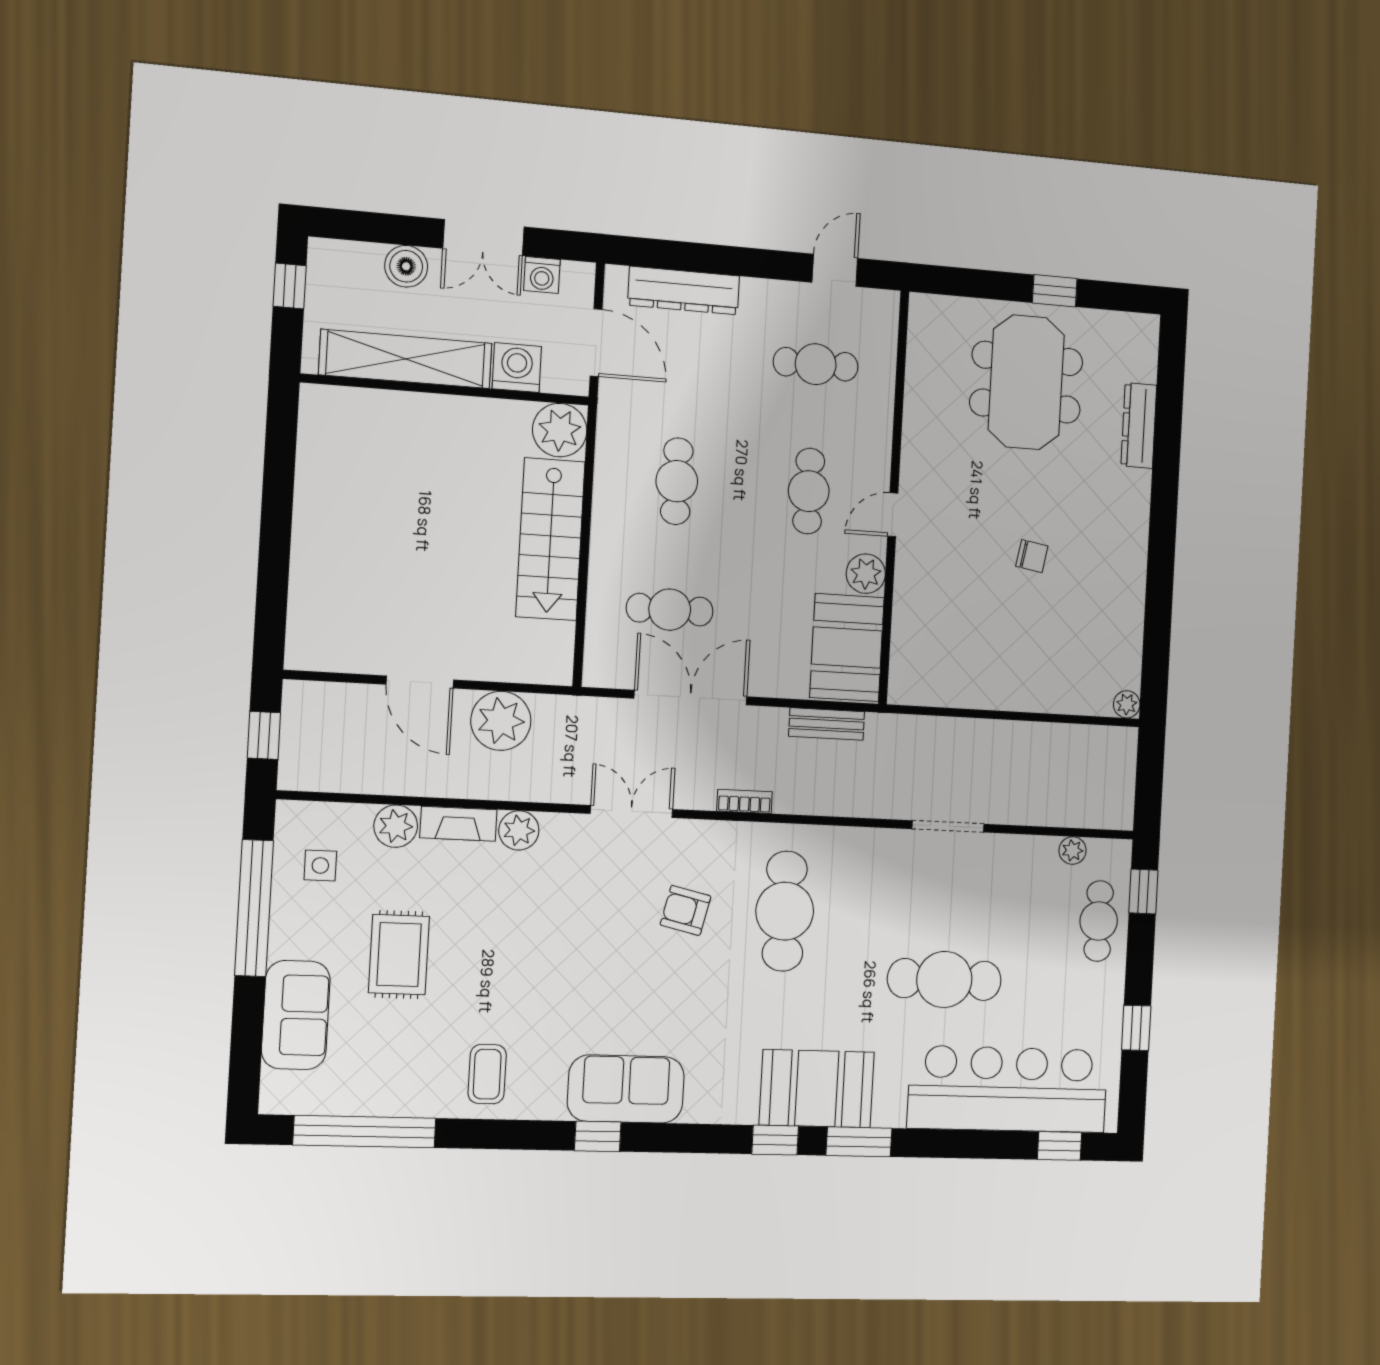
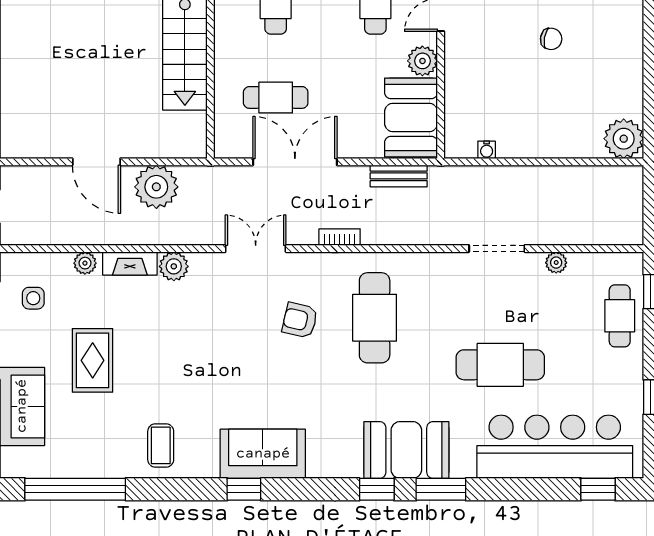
water cooler: (942, 696) -> (487, 150), added
plant: (1127, 704) -> (624, 139), width x1.88, depth x1.88
plant: (396, 826) -> (85, 263), width x0.73, depth x0.73
plant: (1073, 850) -> (556, 263), moved

